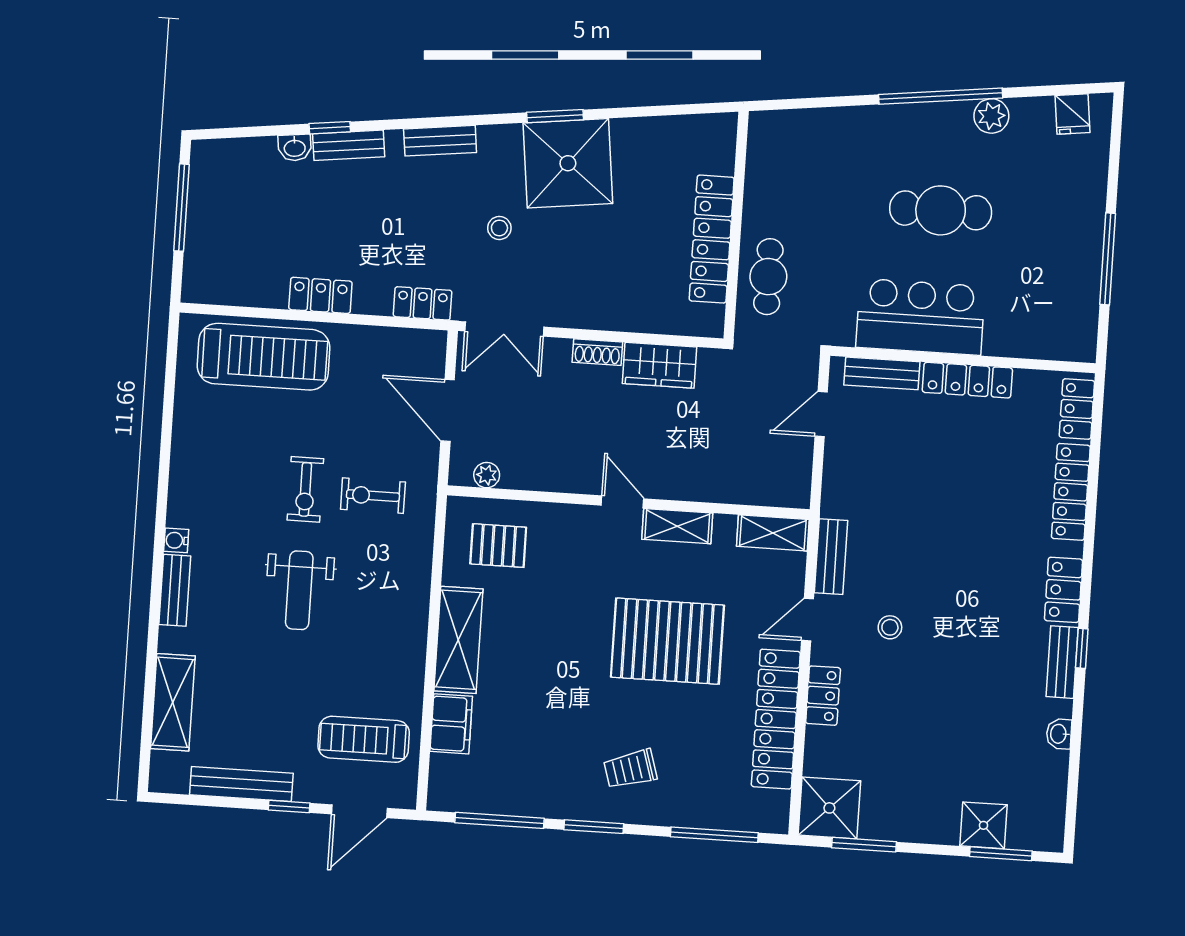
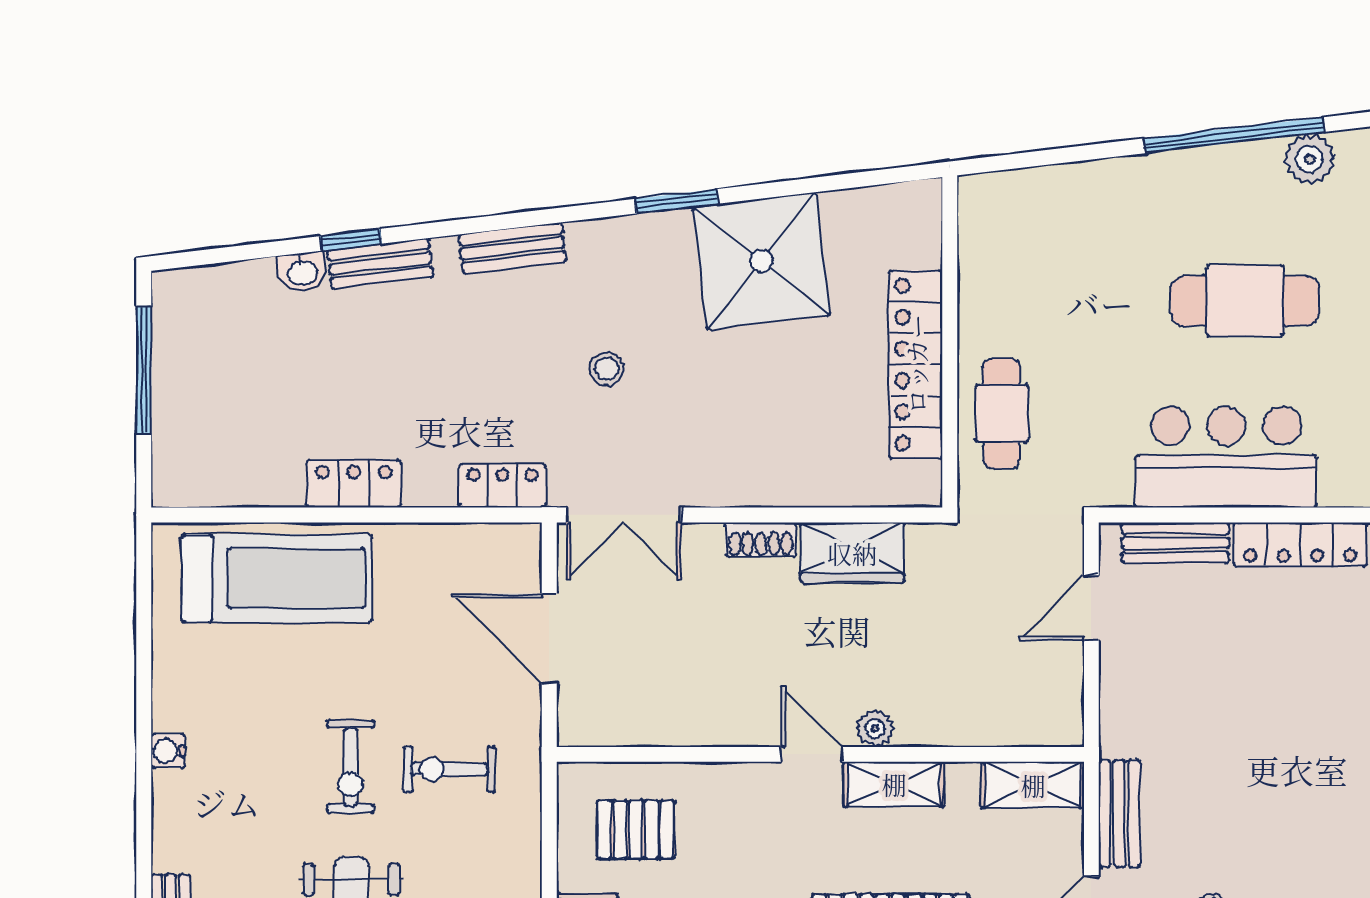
shower: (568, 163) -> (761, 261), moved
plant: (487, 475) -> (875, 728), moved
water cooler: (176, 540) -> (168, 751), moved

